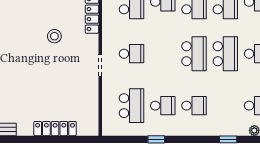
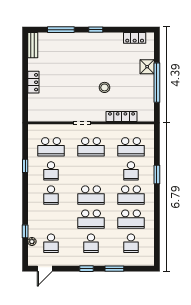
school desk: (131, 54) -> (91, 147), width x1.85
locker: (55, 129) -> (33, 82), width x0.66
window: (228, 139) -> (25, 231), moved

